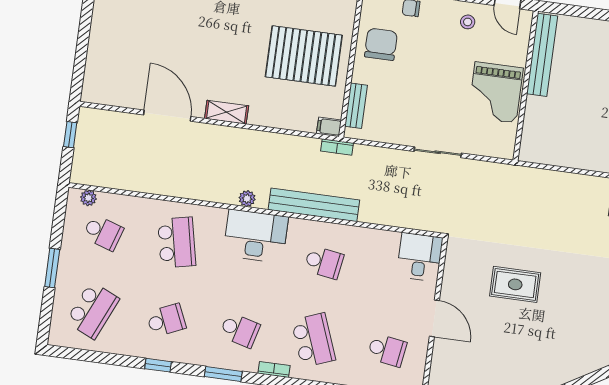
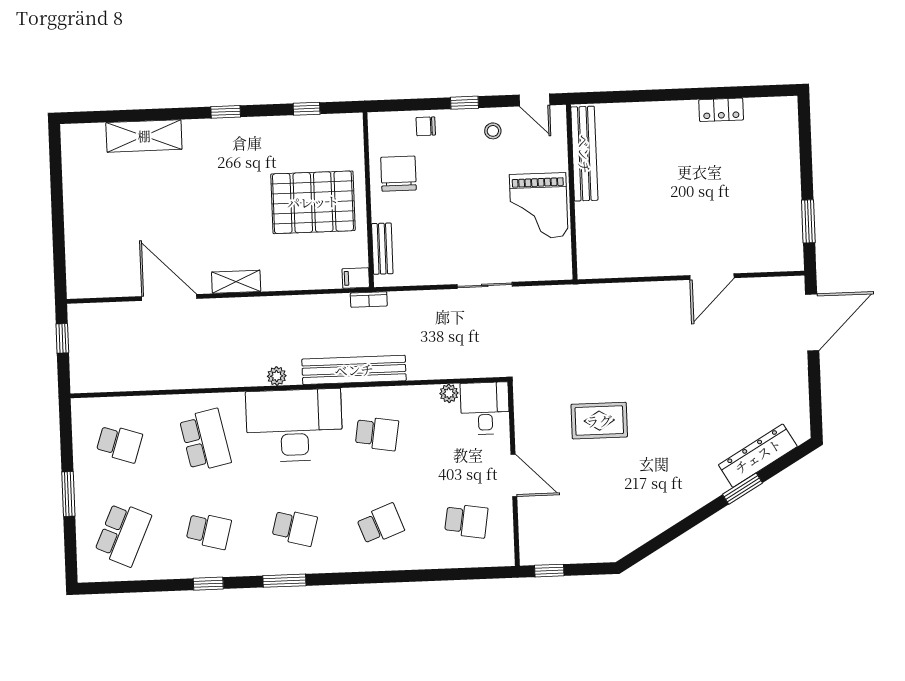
plant: (88, 198) -> (449, 393), moved
desk: (256, 236) -> (294, 425), width x1.36, depth x1.30
school desk: (166, 320) -> (209, 531), turned 39
school desk: (313, 340) -> (380, 524), width x0.54
bookcase: (274, 369) -> (341, 565), removed

